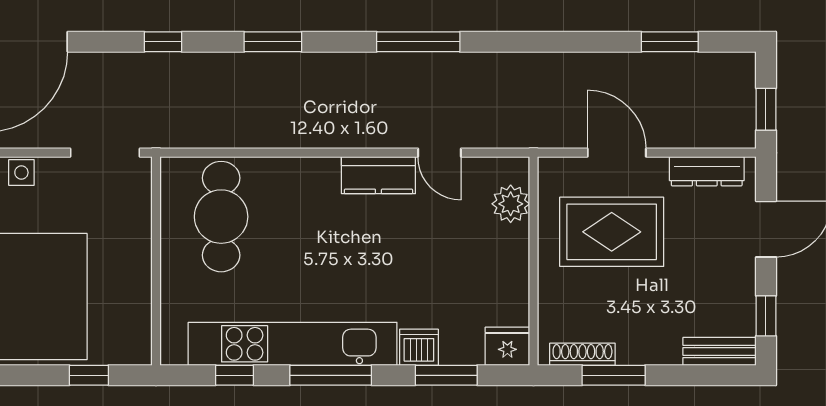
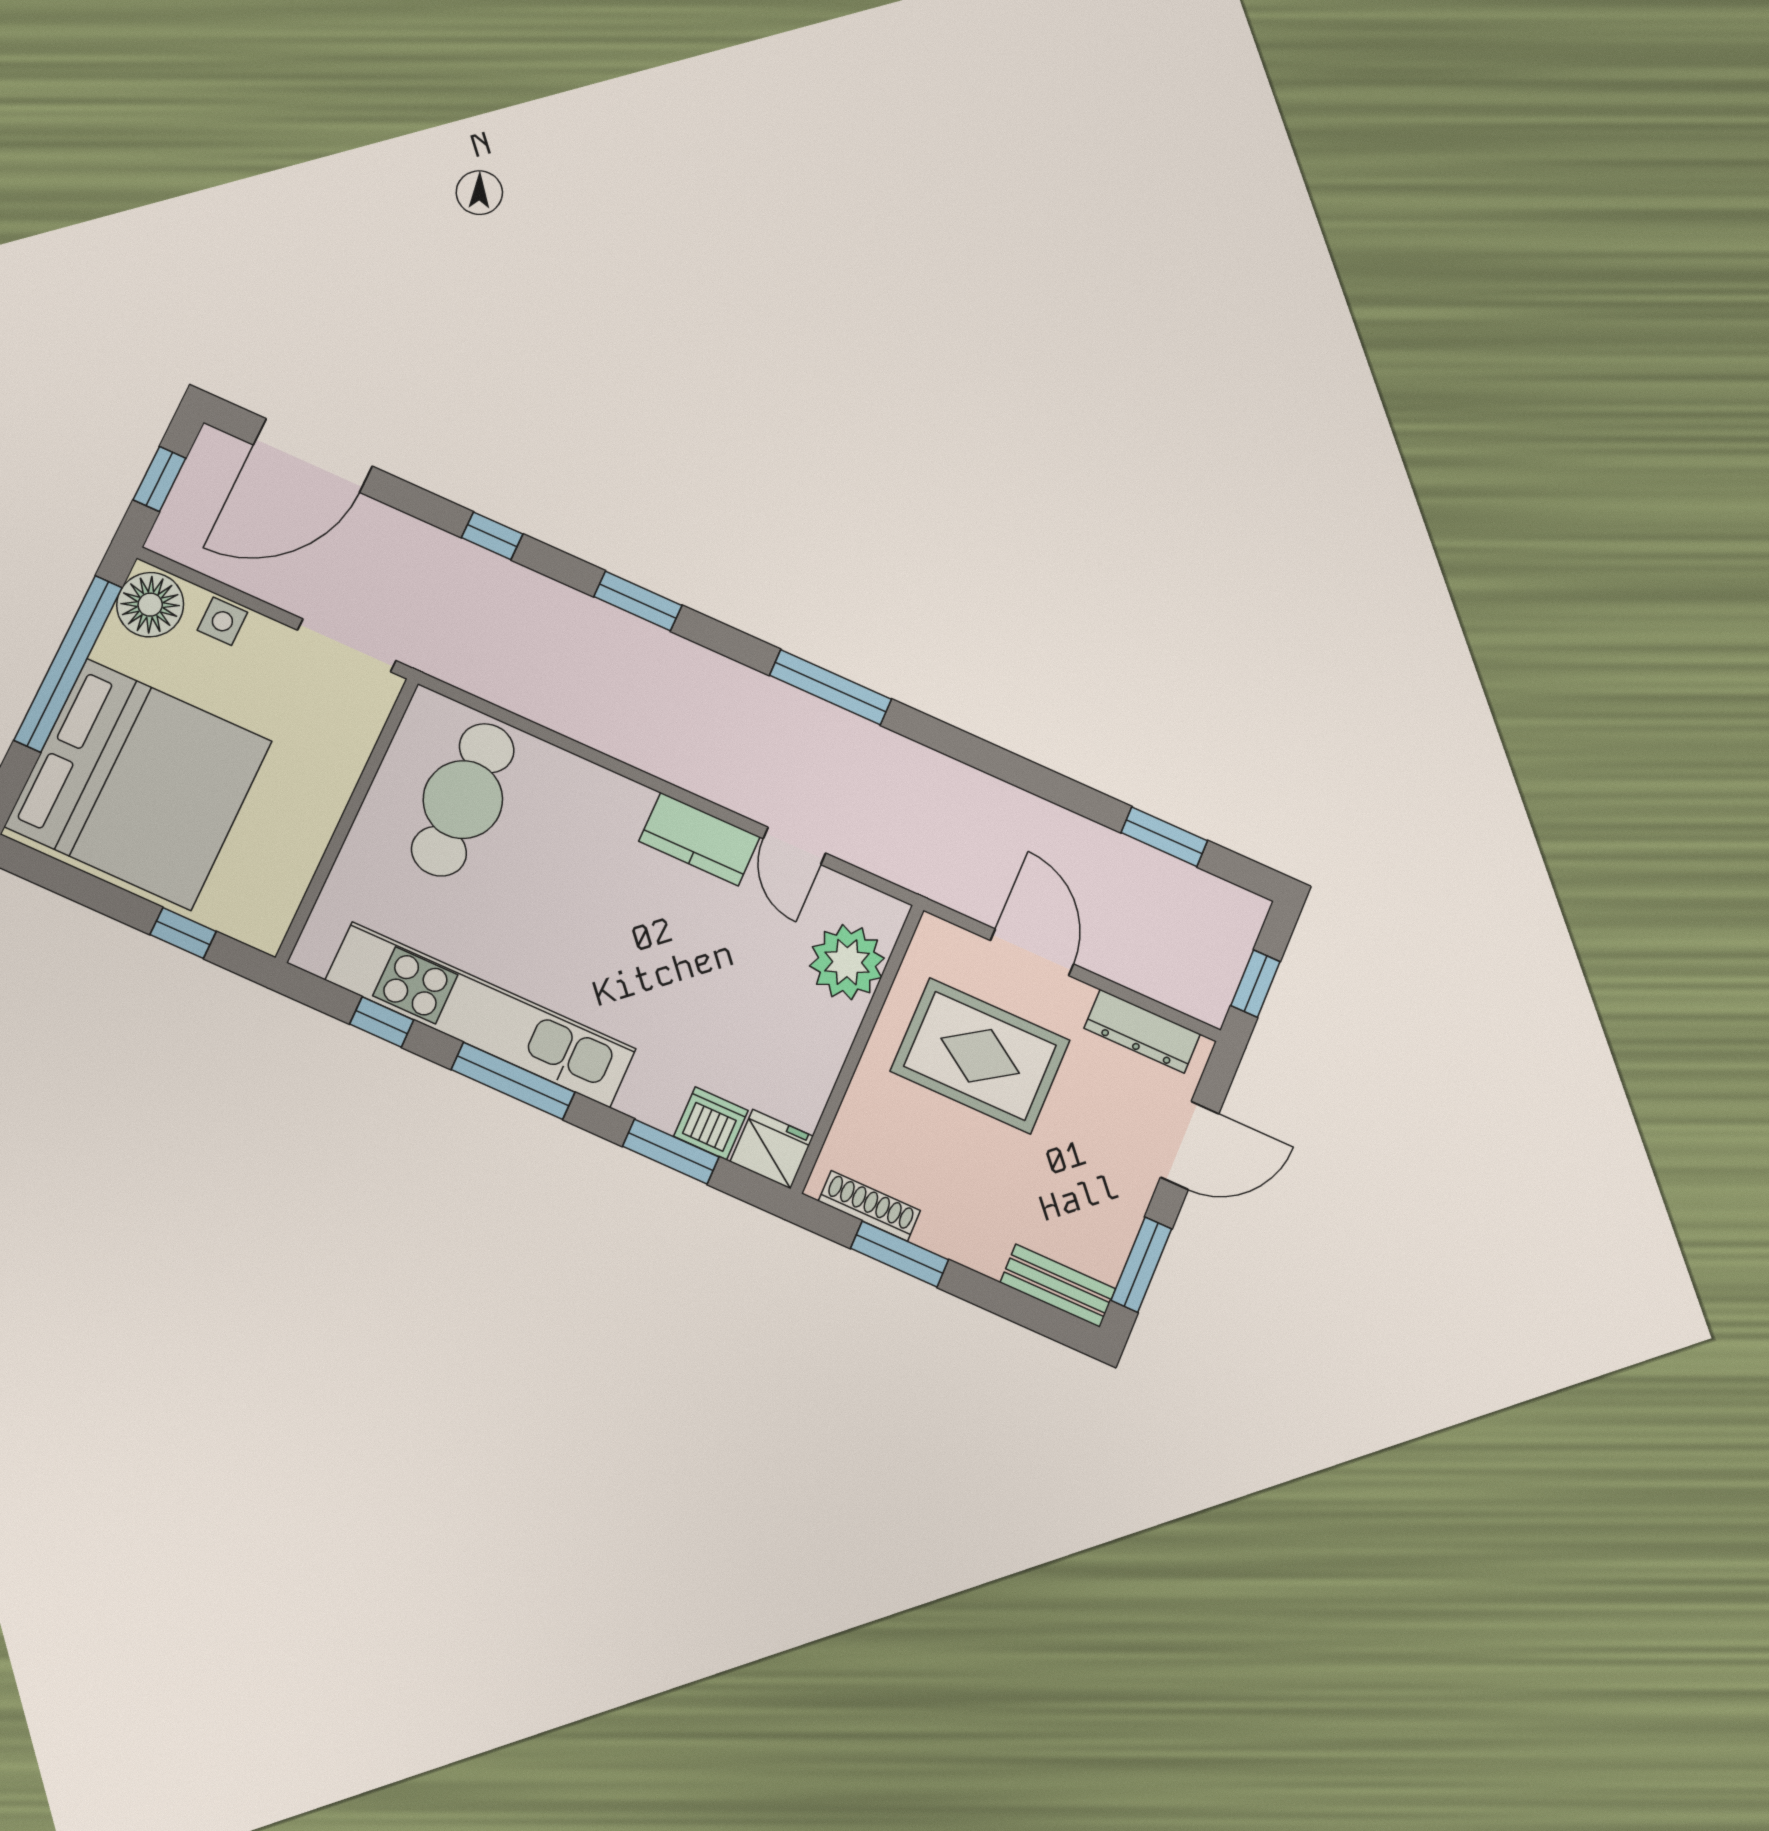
plant: (511, 204) -> (847, 962), width x1.36, depth x1.36
window: (766, 316) -> (1141, 1265), width x1.50
dishwasher: (419, 347) -> (711, 1123), moved

